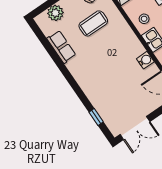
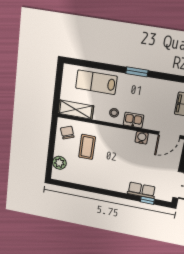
row of seats: (61, 47) -> (141, 190), moved

